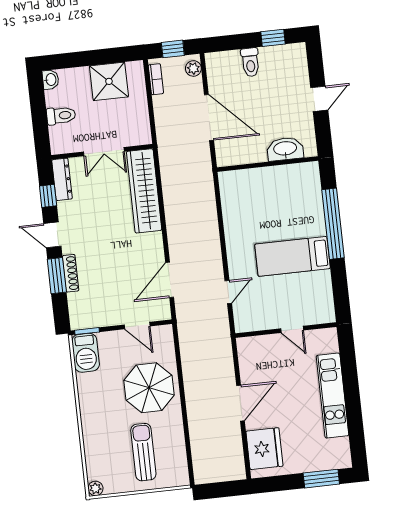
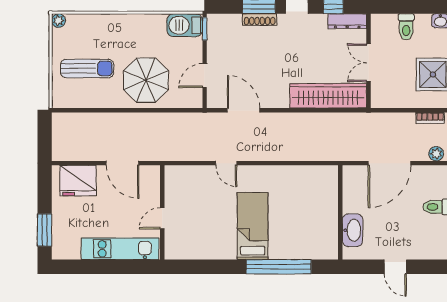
door: (292, 329) -> (162, 218), moved
wall: (286, 330) -> (162, 212), moved

